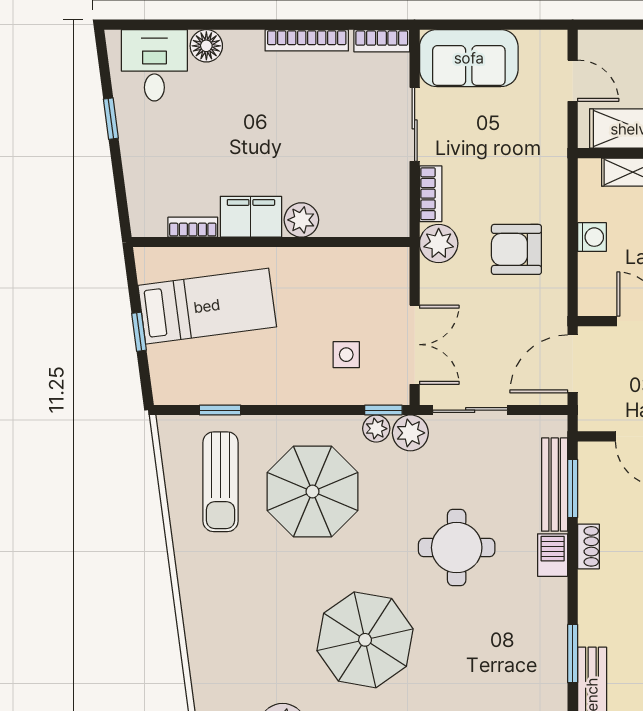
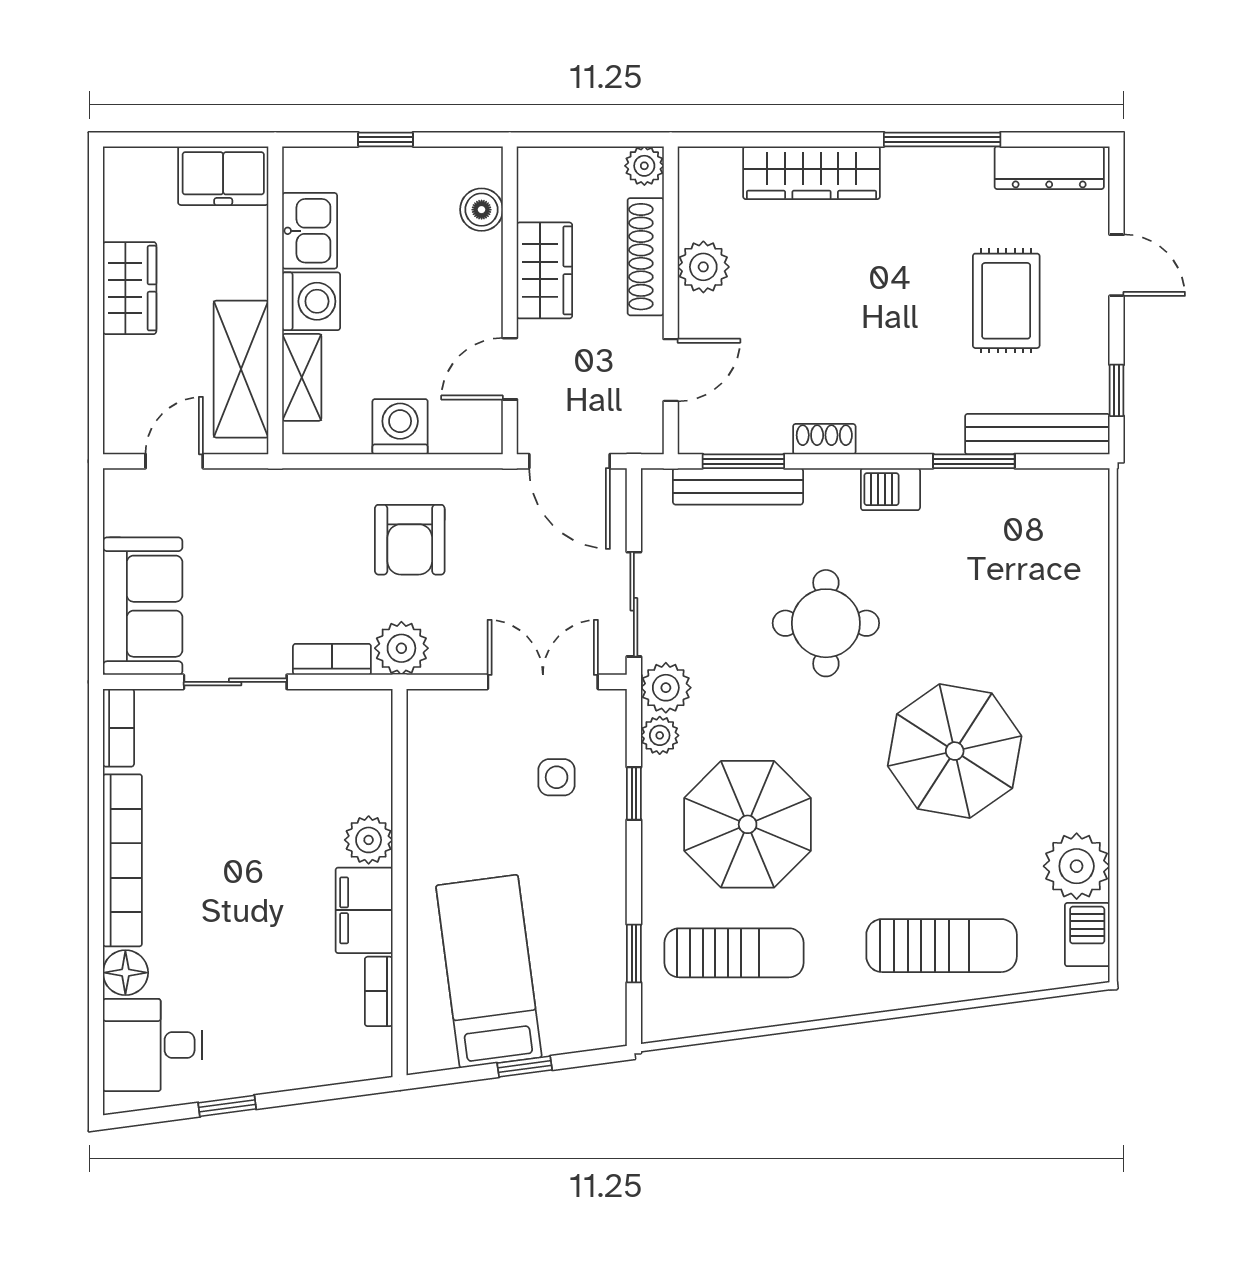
bookcase: (307, 40) -> (122, 860), width x1.48, depth x1.31
washing machine: (592, 237) -> (400, 427), width x1.38, depth x1.38
window: (383, 410) -> (634, 793), moved
barbecue: (553, 555) -> (890, 489), moved
sun lounger: (226, 630) -> (942, 946), added

